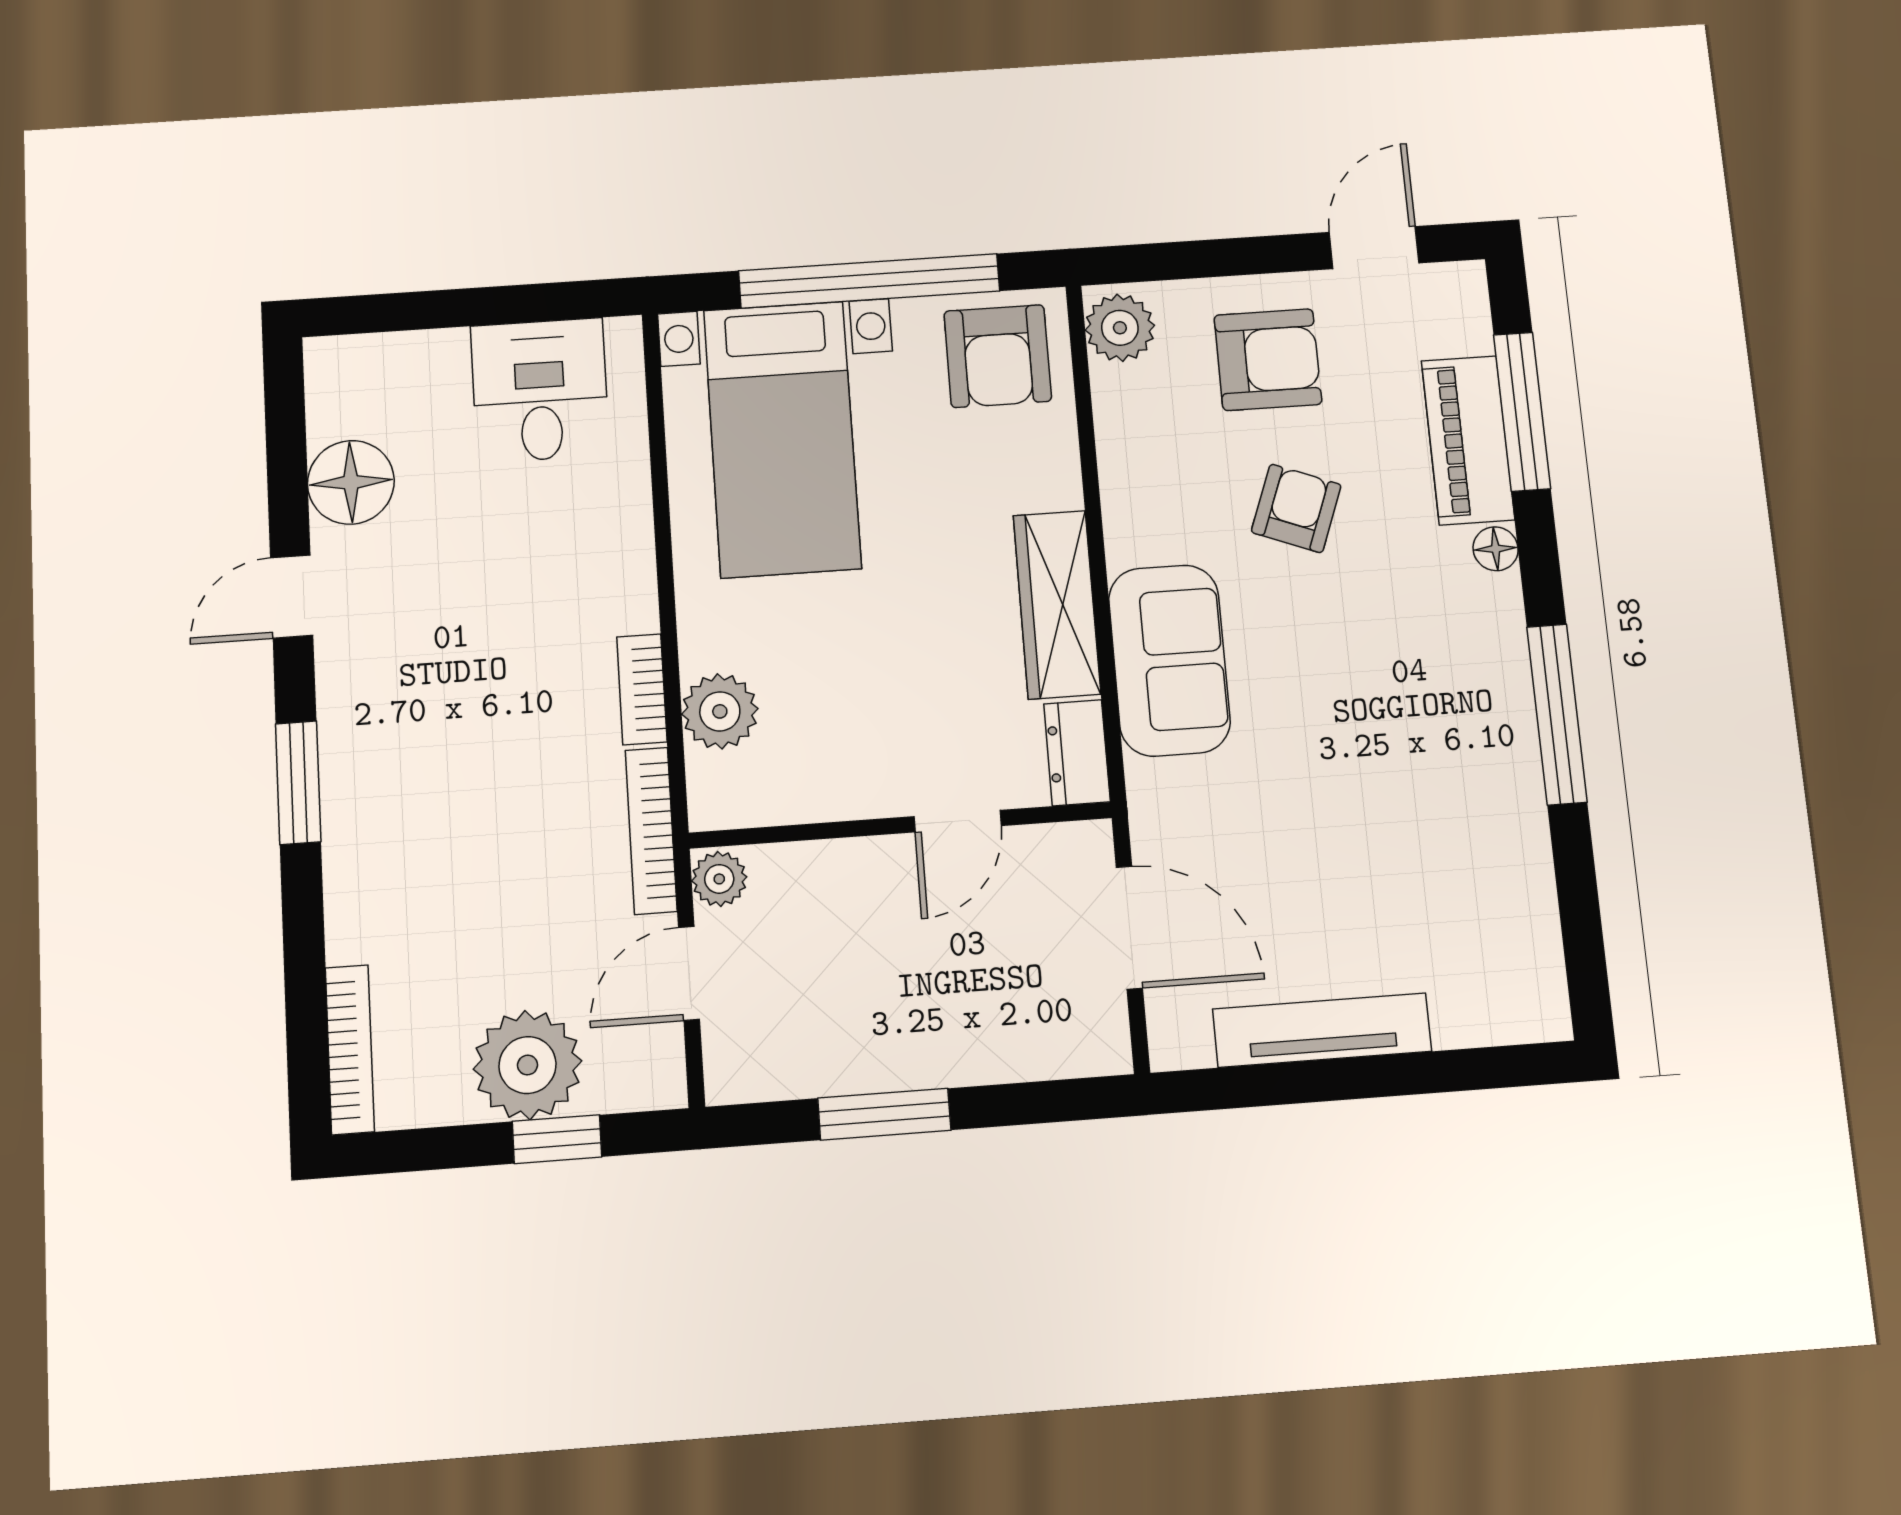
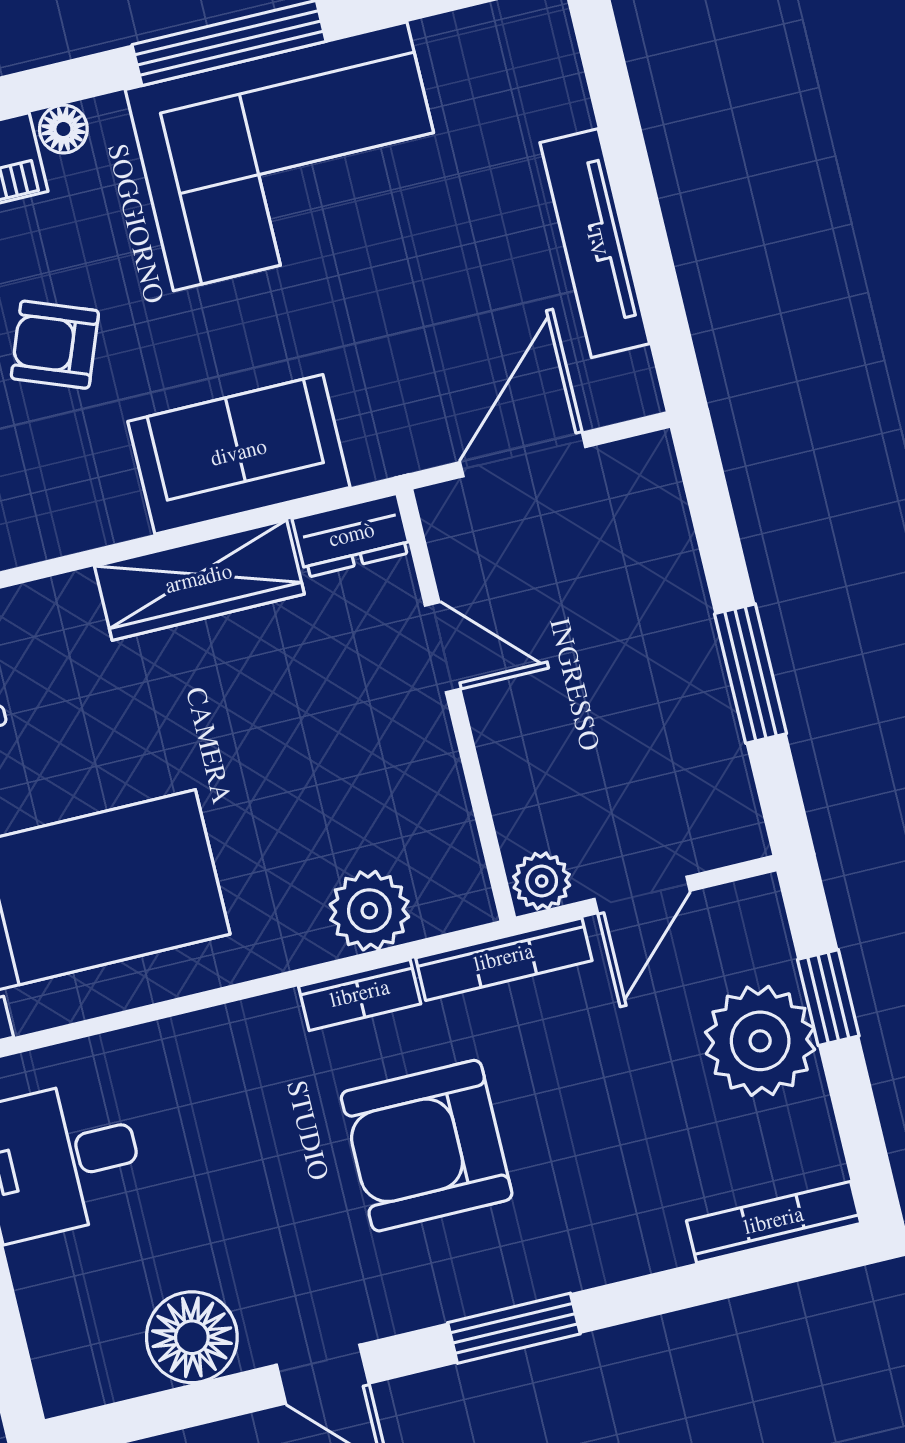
armchair: (488, 729) -> (427, 1146), added
corner sofa: (1443, 754) -> (290, 156), added
door: (689, 973) -> (642, 895), hinge flipped

